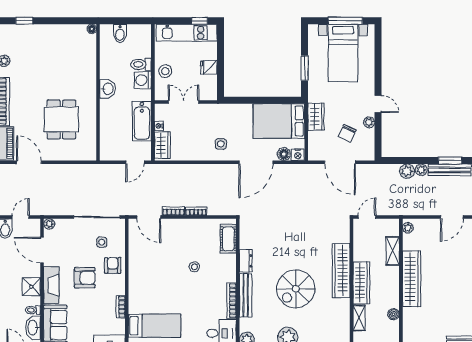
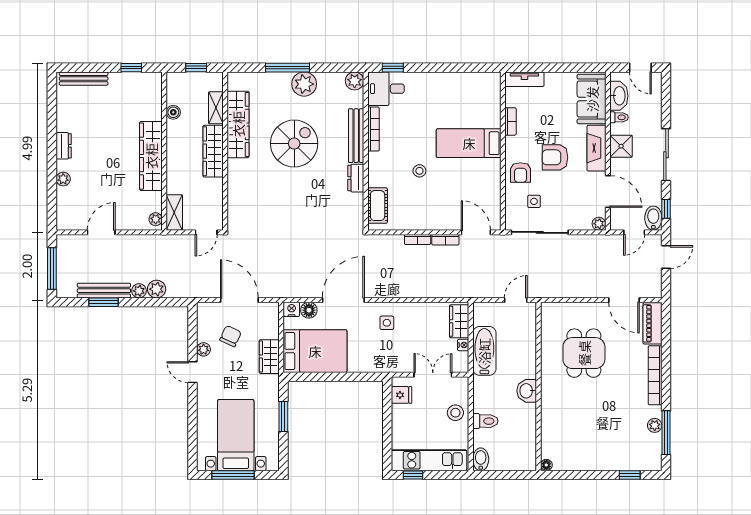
bidet: (120, 33) -> (481, 459), moved
fridge: (209, 67) -> (402, 395), moved
washing machine: (143, 80) -> (483, 402), removed
double door: (184, 102) -> (433, 375), swing flipped
door: (135, 162) -> (516, 300), moved
shelving: (393, 251) -> (174, 212), moved
wardrobe: (341, 271) -> (238, 124), moved
bed: (155, 326) -> (469, 143), moved

